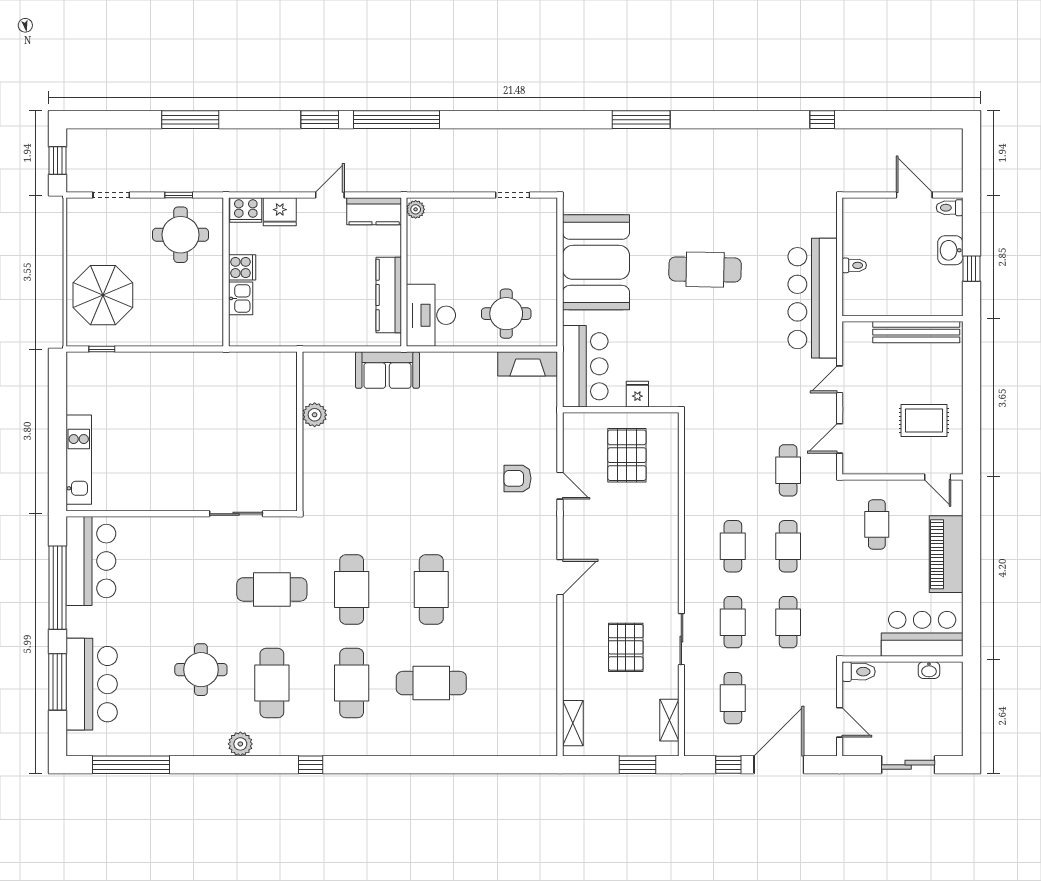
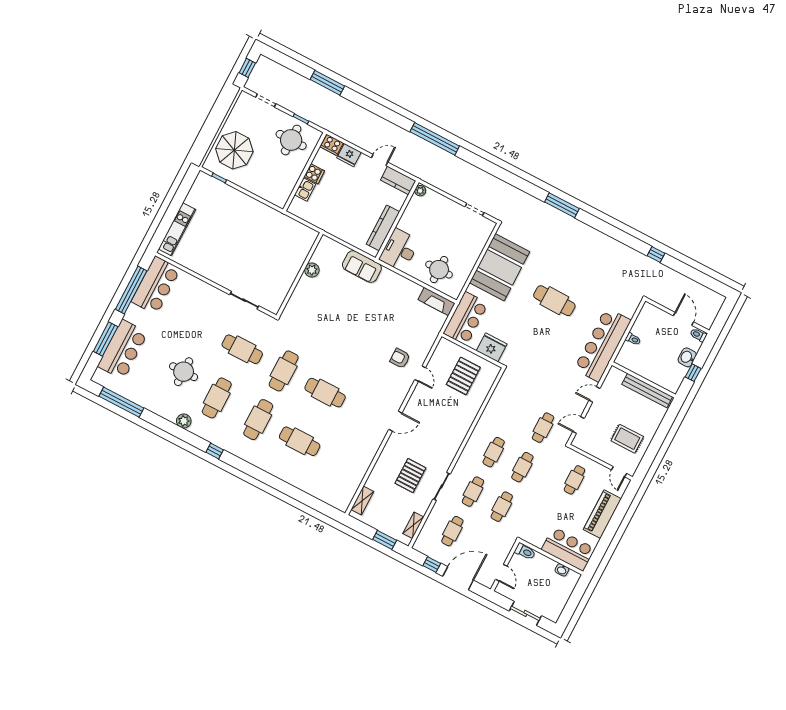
window: (320, 120) -> (395, 118), removed
fridge: (637, 394) -> (492, 347), width x1.88, depth x1.34
cafe table: (431, 589) -> (325, 393), turned 90

